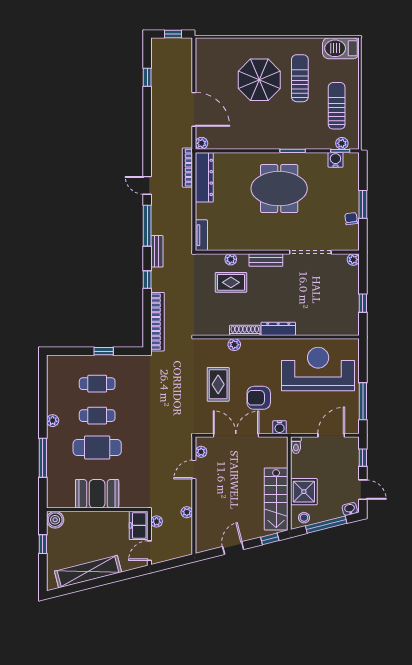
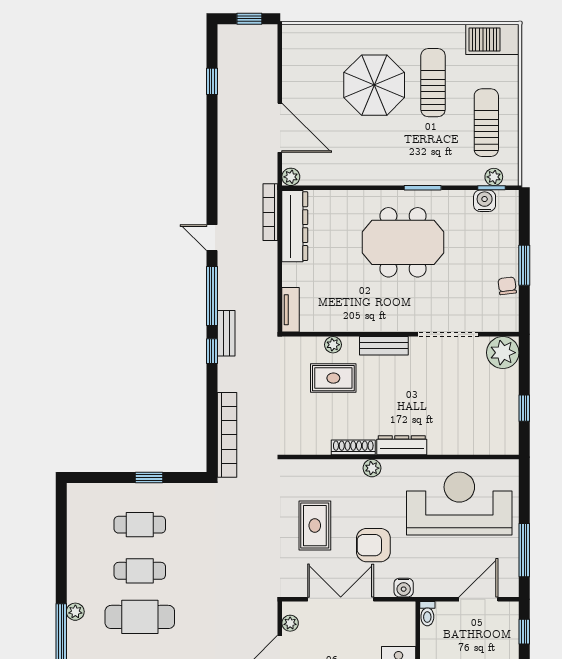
plant: (353, 260) -> (503, 353), width x1.87, depth x1.87
window: (147, 280) -> (212, 351), moved
plant: (234, 345) -> (372, 468), moved
plant: (53, 421) -> (75, 612), moved

